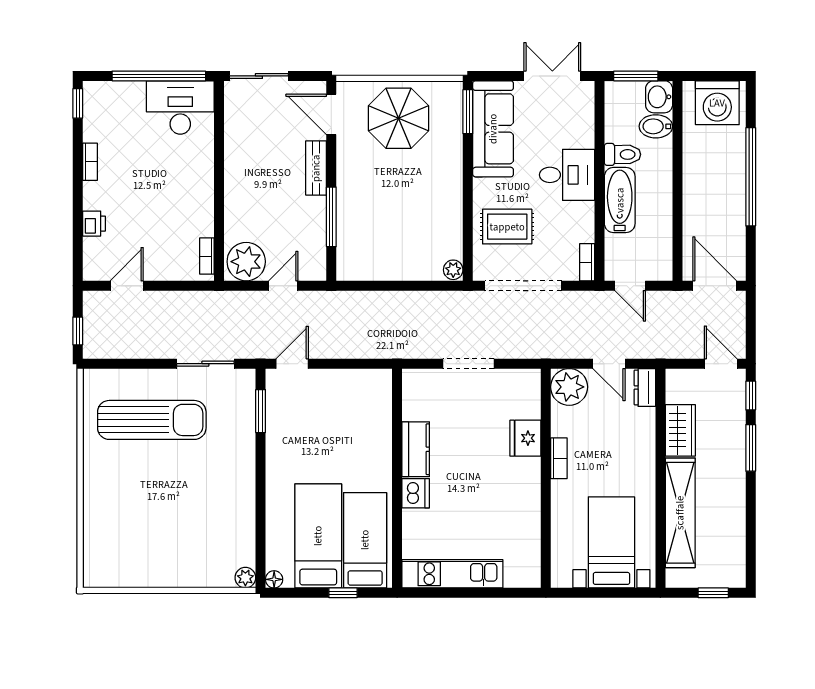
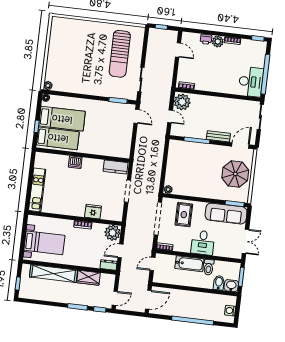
washing machine: (717, 103) -> (230, 311), width x0.53, depth x0.53
plant: (96, 196) -> (218, 42), added
kitchen counter: (416, 449) -> (116, 167), moved
kitchen unit: (452, 574) -> (37, 190), moved

